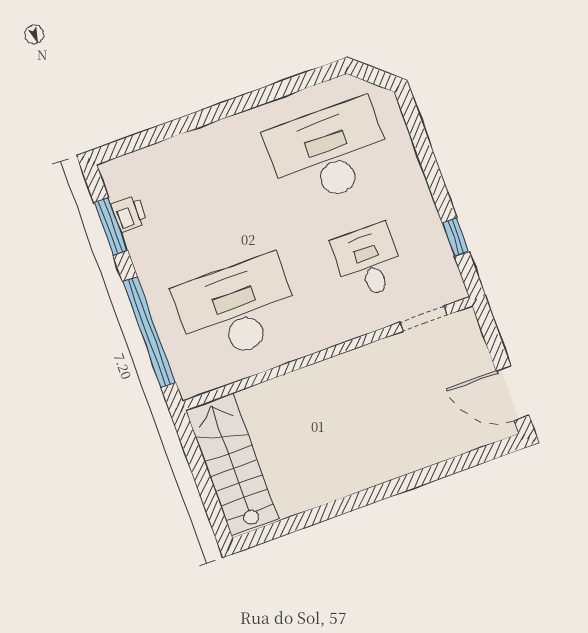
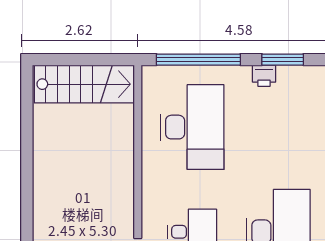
printer: (129, 214) -> (264, 76), moved

